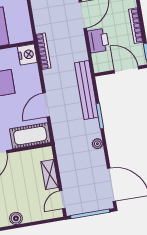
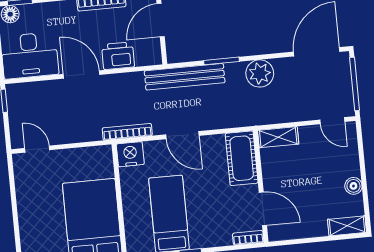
door: (46, 105) -> (182, 135), moved
plant: (97, 144) -> (260, 73), width x1.87, depth x1.87
shelving: (50, 174) -> (278, 137), moved

